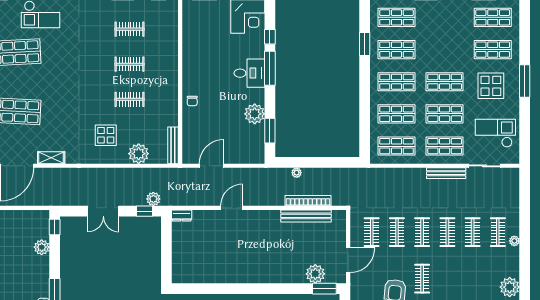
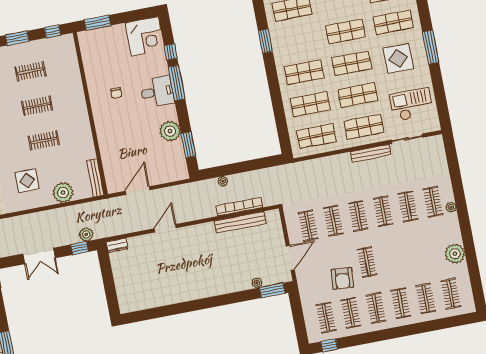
shop shelf: (397, 50) -> (346, 31), moved
chair: (192, 101) -> (116, 93), moved
plant: (315, 274) -> (257, 283), width x0.53, depth x0.53

